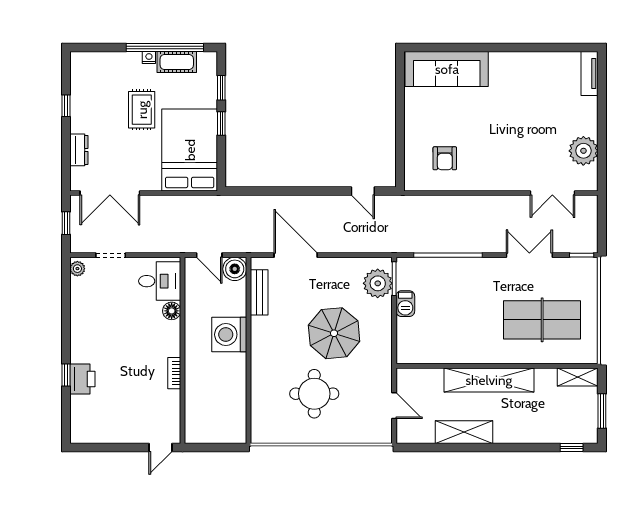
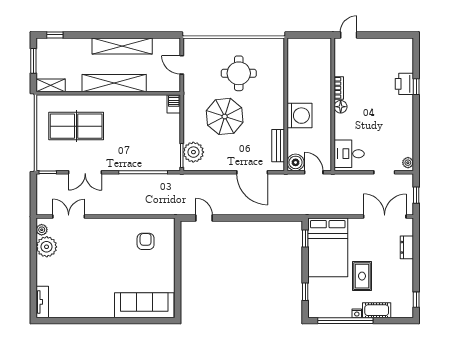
cot: (177, 62) -> (377, 310), moved
window: (66, 106) -> (416, 300), moved
window: (221, 124) -> (305, 239), moved
plant: (590, 175) -> (42, 230), added
barbecue: (405, 304) -> (174, 104), moved
floor lamp: (172, 311) -> (341, 107), moved
shelving: (464, 432) -> (122, 46), width x1.47

